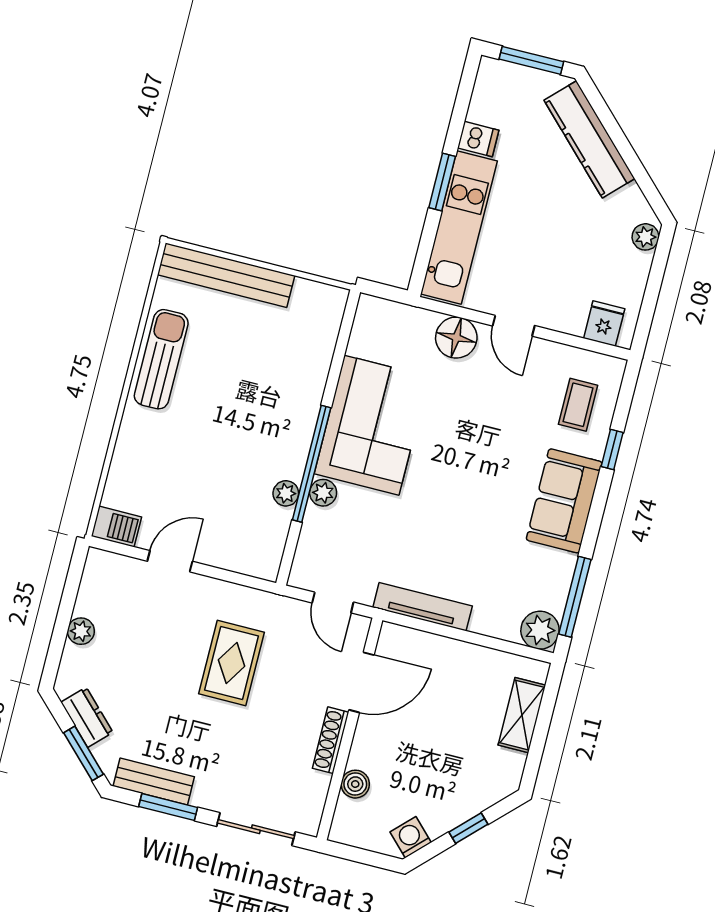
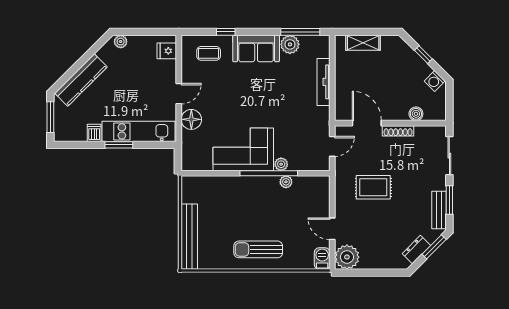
sun lounger: (161, 359) -> (258, 249), moved
tv unit: (423, 607) -> (323, 82), moved
plant: (540, 630) -> (290, 44), moved
plant: (81, 631) -> (347, 257), moved, width x1.88, depth x1.88

